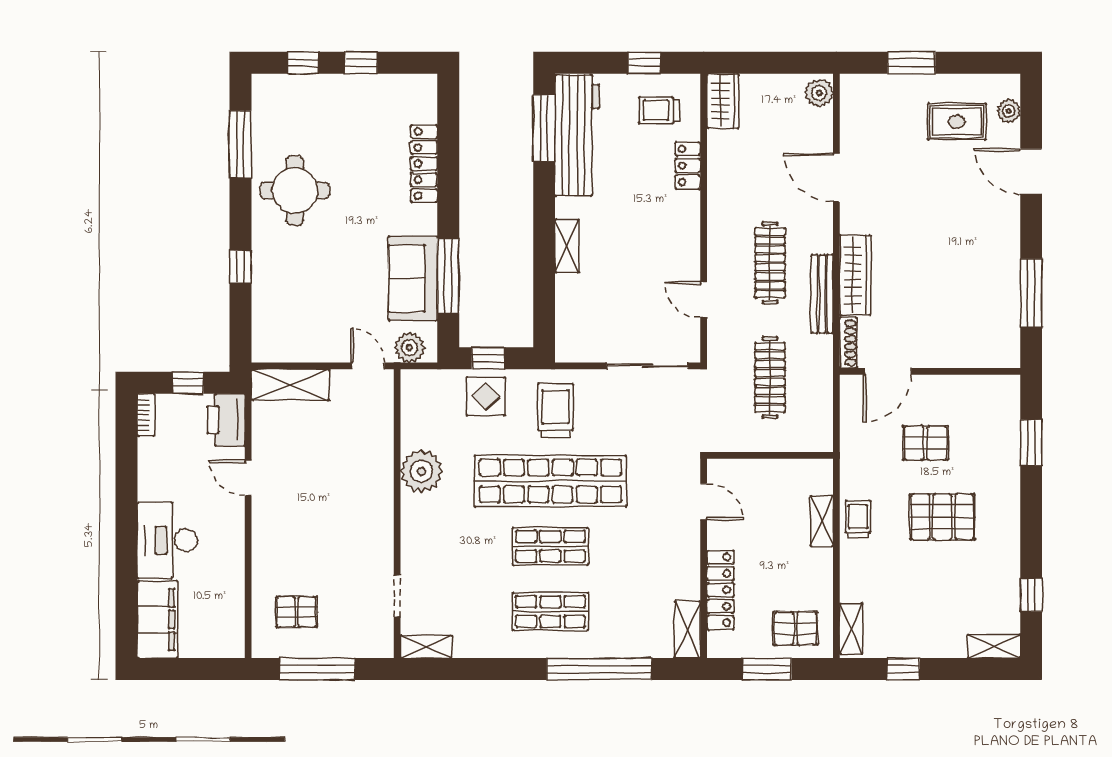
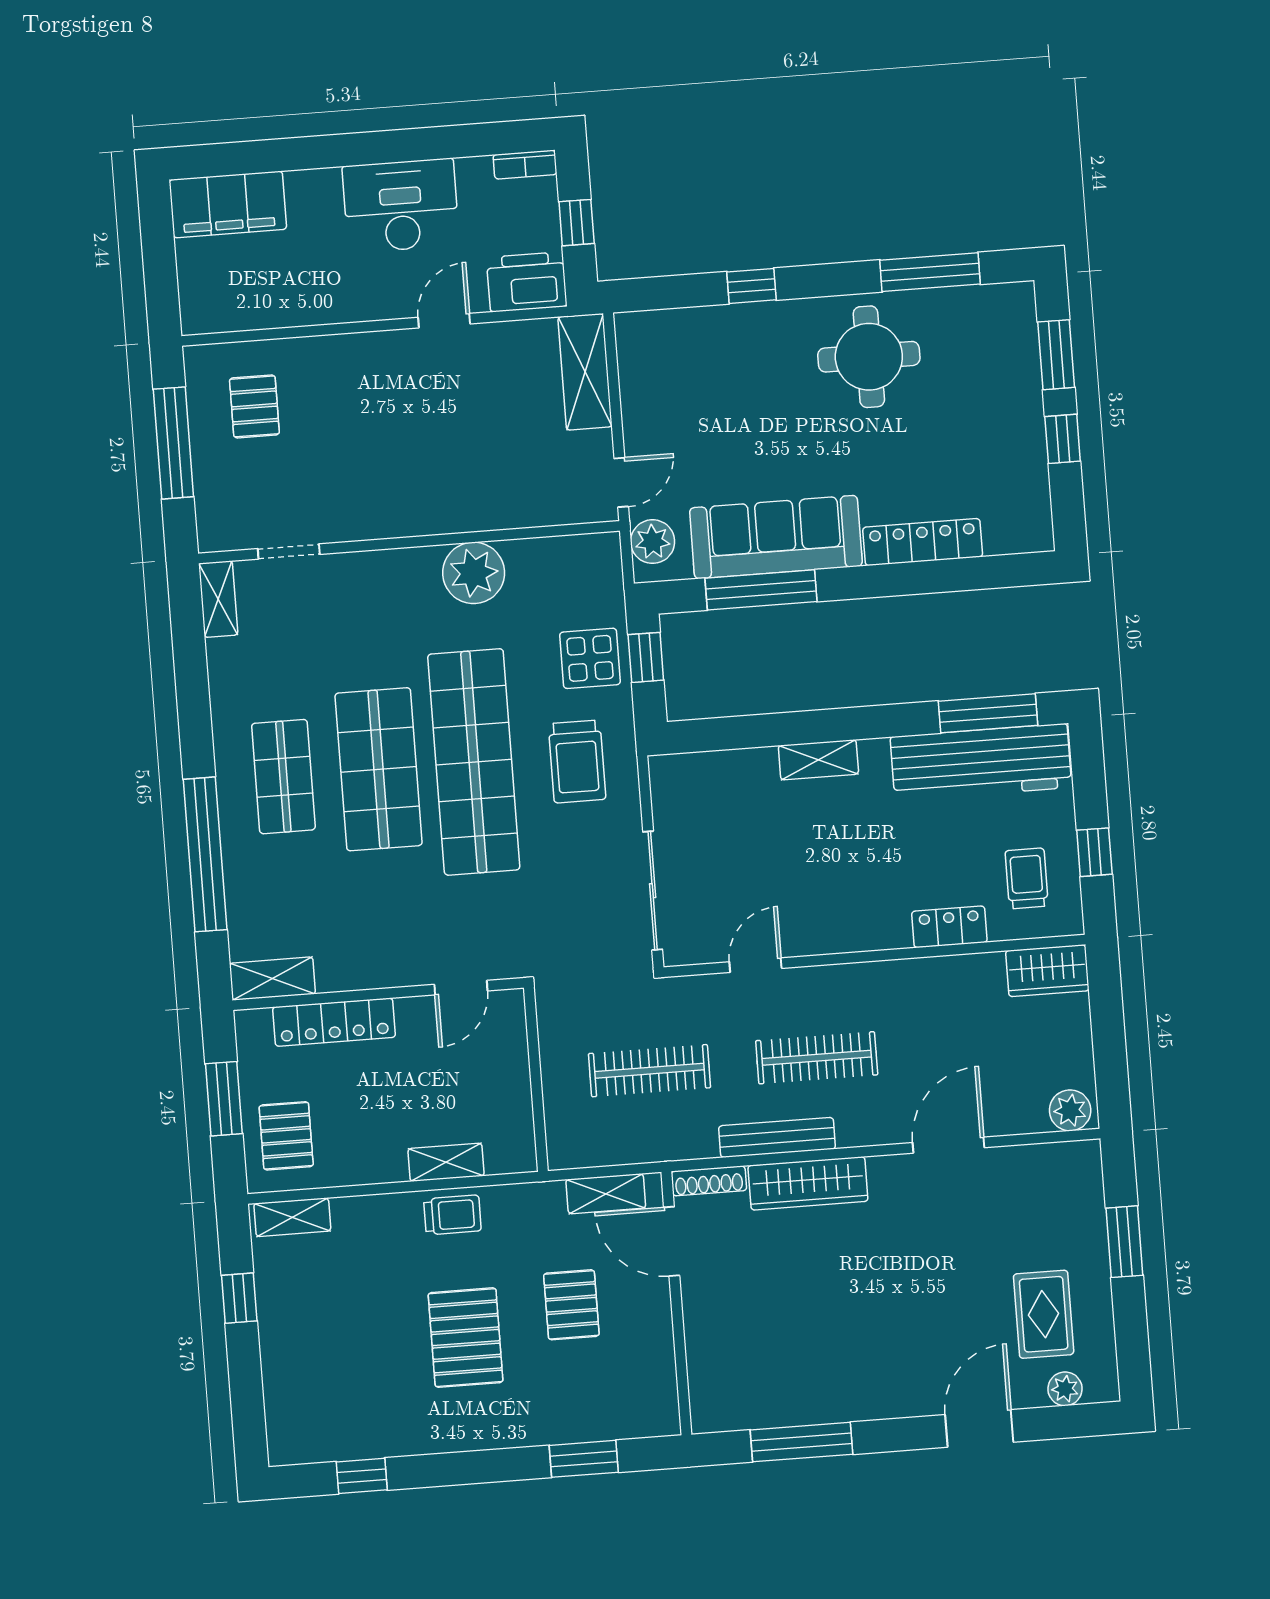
window: (303, 63) -> (1056, 355), width x1.50
sofa: (413, 279) -> (776, 537), width x1.36
trolley: (555, 411) -> (577, 761), turned 90
desk: (167, 540) -> (401, 206), moved
shop shelf: (550, 546) -> (379, 769), width x1.43, depth x1.36
shelving: (994, 646) -> (606, 1194), moved, turned 90

